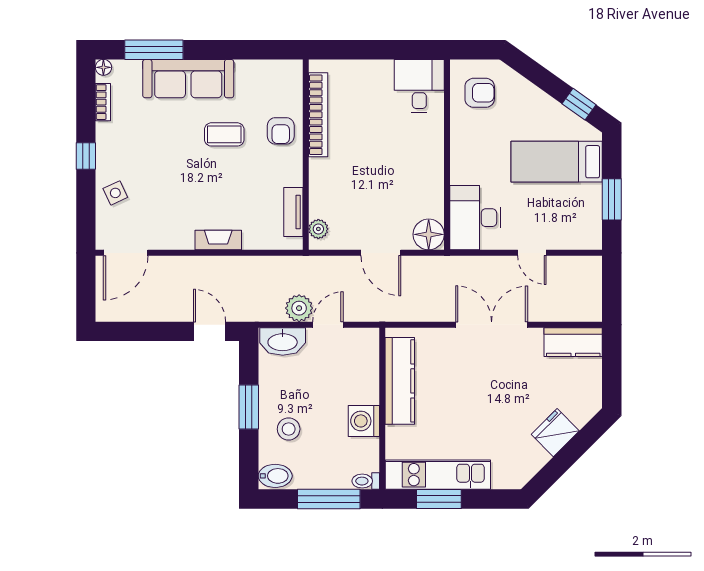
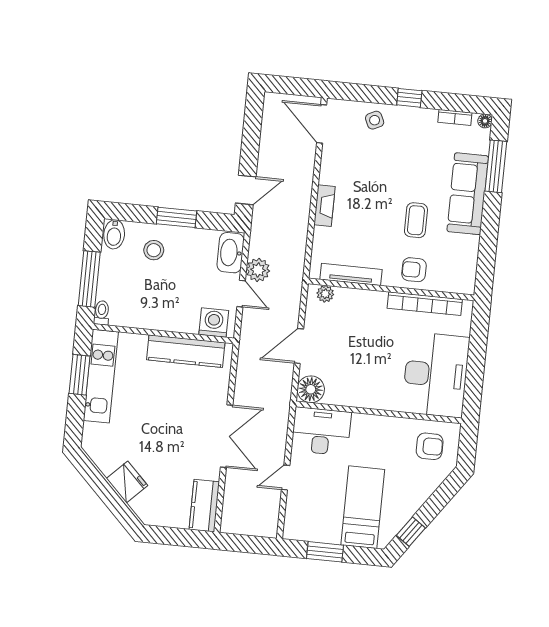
desk: (419, 86) -> (436, 375), width x1.87, depth x1.30
armchair: (480, 93) -> (430, 446), turned -90
tv unit: (293, 212) -> (351, 274), width x1.41
washing machine: (364, 421) -> (214, 322), moved

